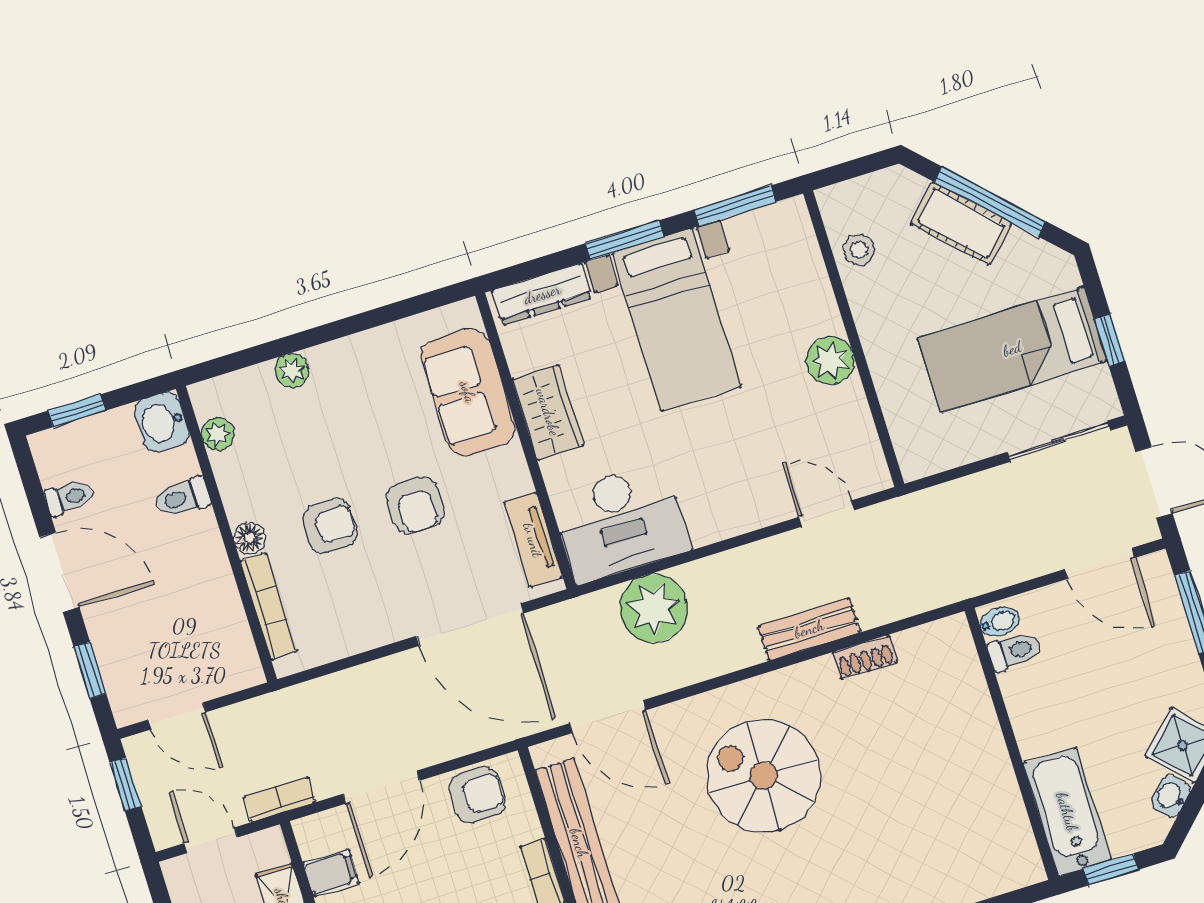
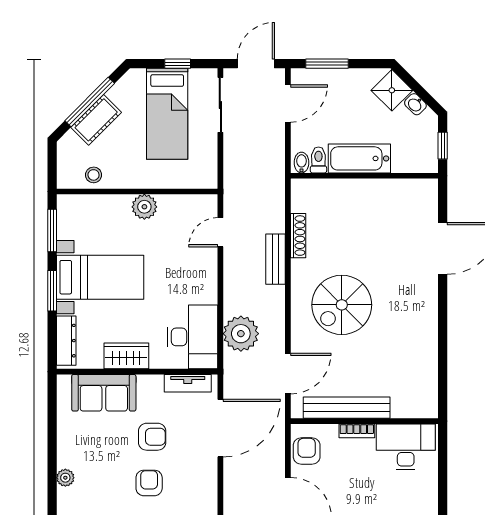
shoe rack: (865, 657) -> (298, 236), width x1.43
bathtub: (1067, 812) -> (359, 158), moved

